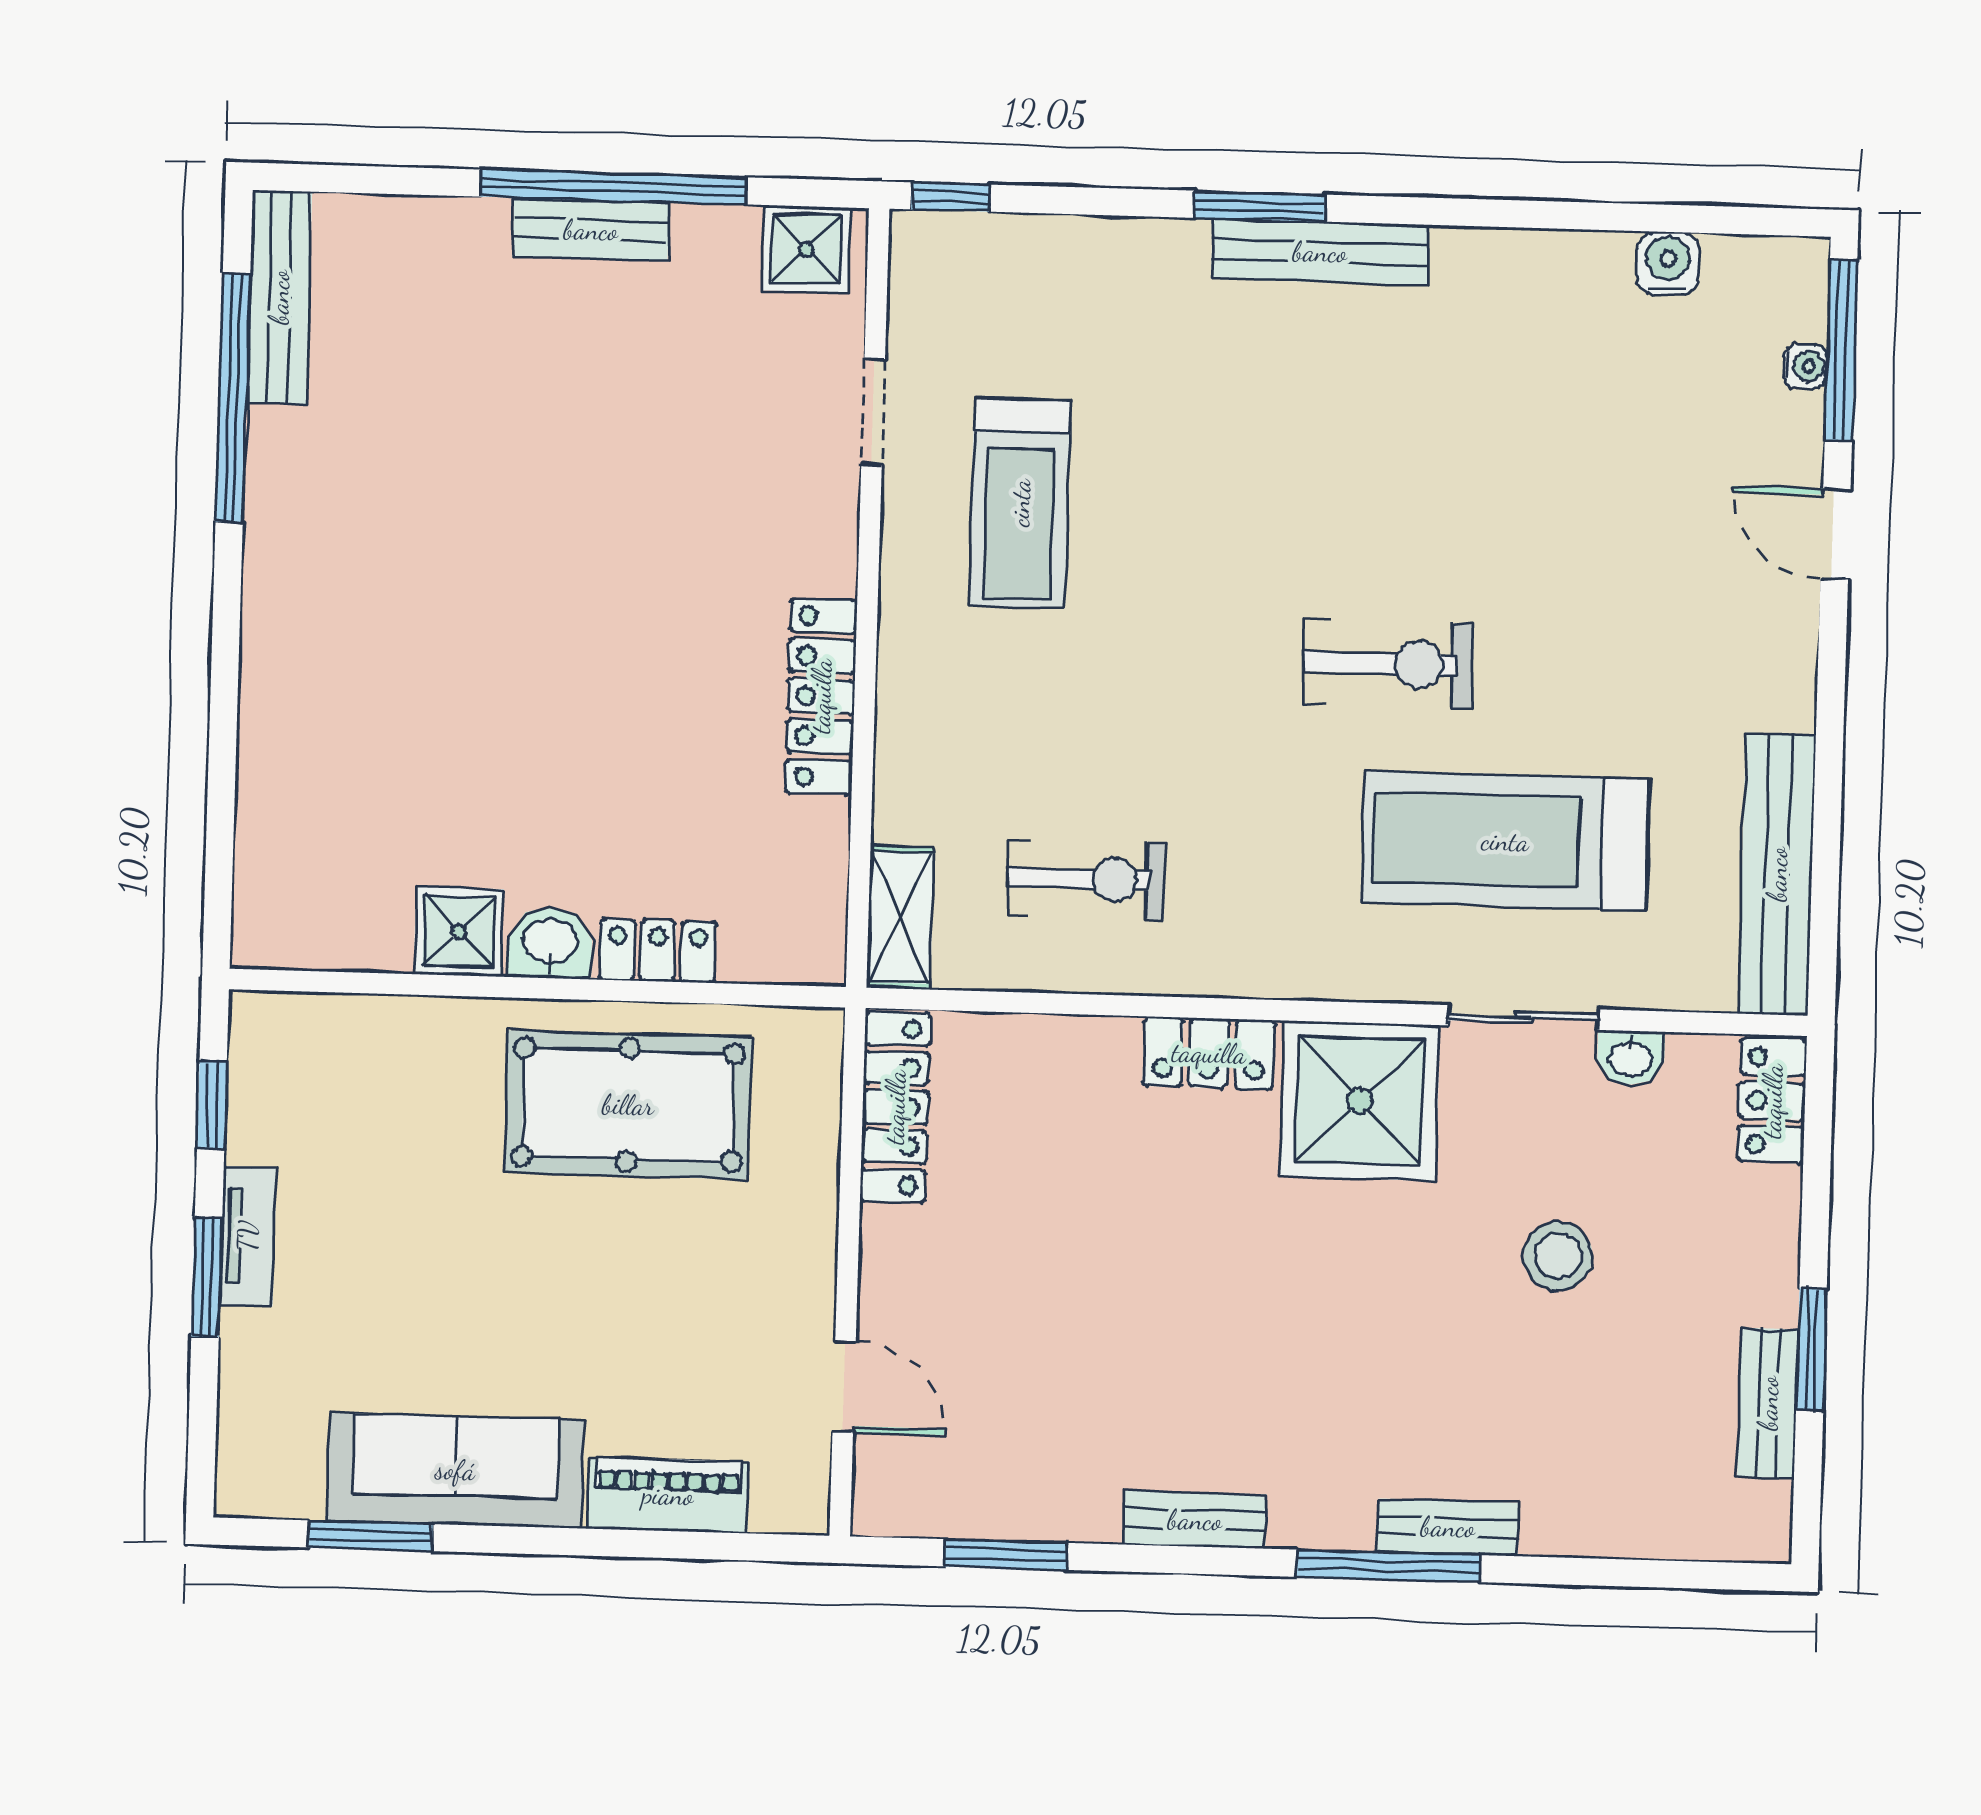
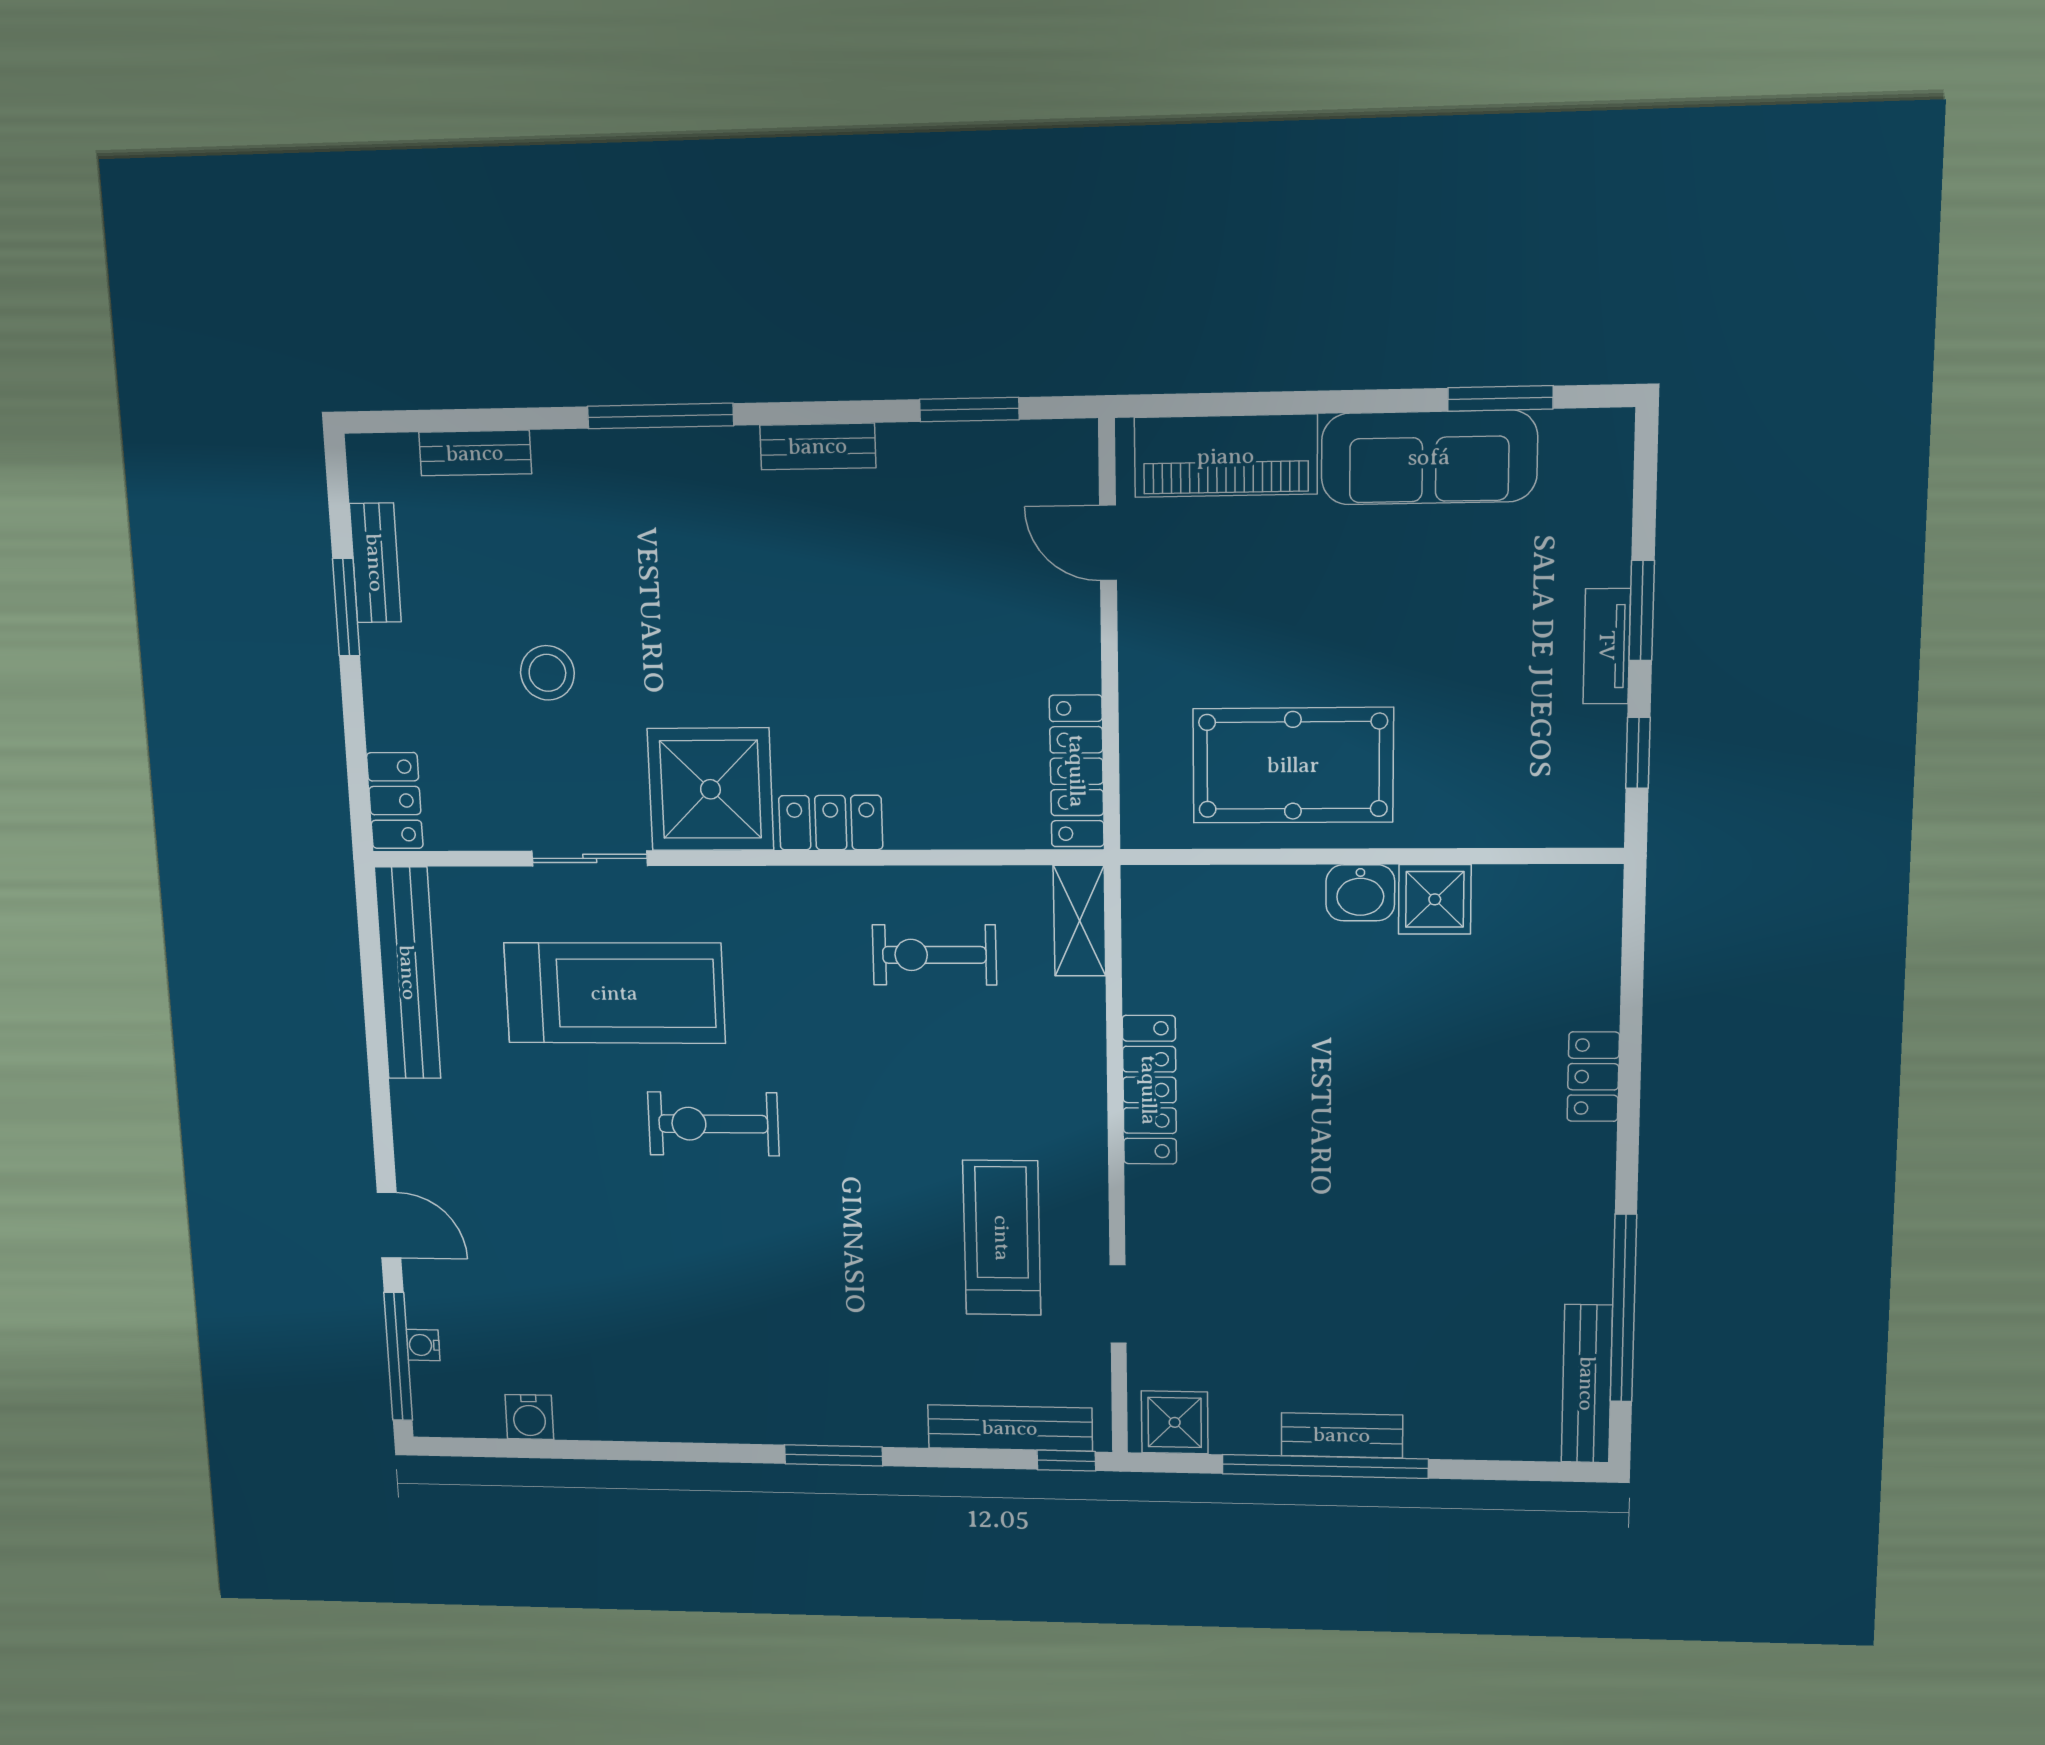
bench: (1320, 252) -> (1010, 1428), moved
locker: (658, 951) -> (1593, 1077), moved, turned 90
washbasin: (1631, 1058) -> (505, 830), removed
piano: (668, 1495) -> (1226, 456), width x1.37, depth x1.33
bench: (1448, 1527) -> (475, 453), moved

